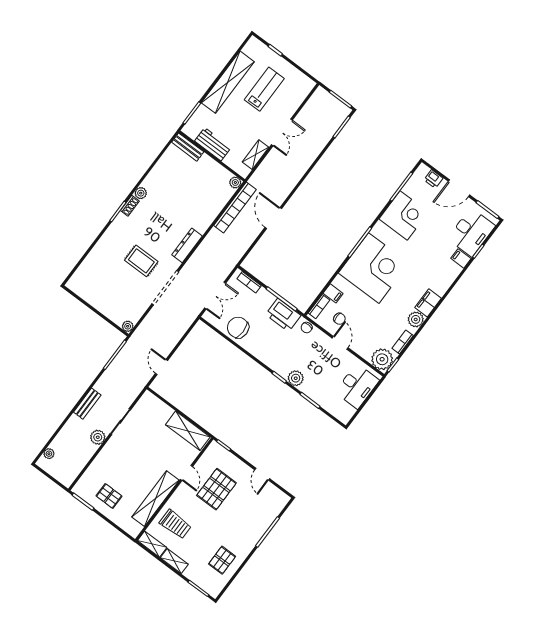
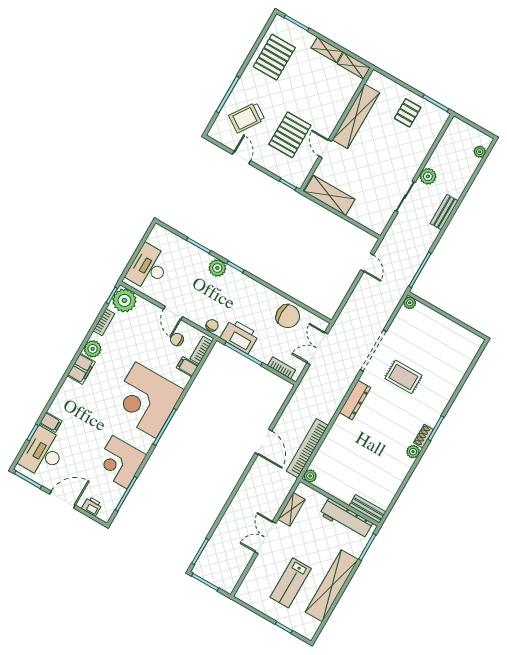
workbench: (213, 144) -> (346, 519), width x1.38
pallet: (109, 496) -> (408, 113), turned 90
trolley: (175, 524) -> (247, 118), moved, turned -56
pallet: (222, 560) -> (274, 57), width x1.50, depth x1.42

